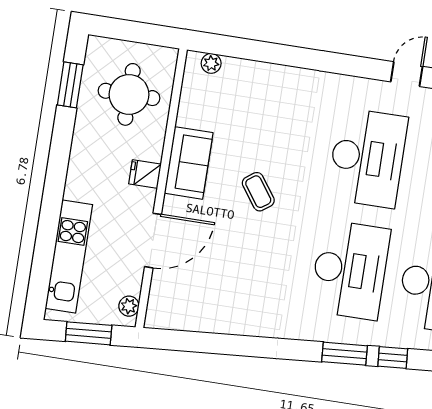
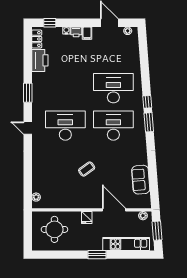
door: (407, 74) -> (28, 128), moved
window: (70, 85) -> (97, 255), moved
sofa: (189, 163) -> (141, 180), moved, turned -94

